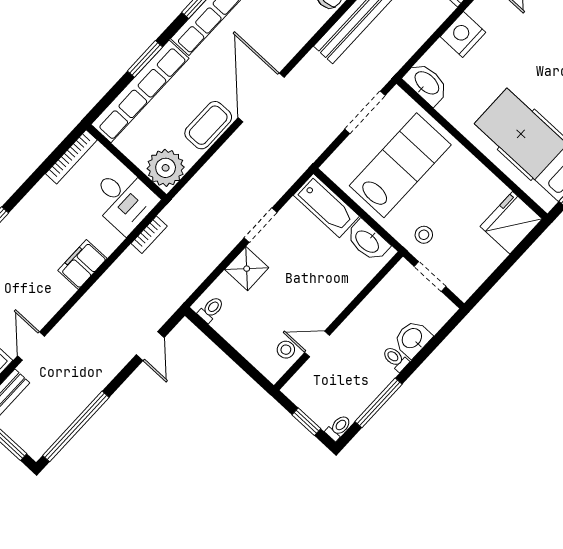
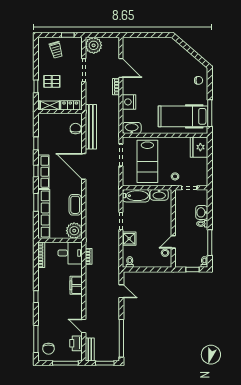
door: (261, 97) -> (84, 166), moved
lab bench: (400, 165) -> (147, 161), turned 180

